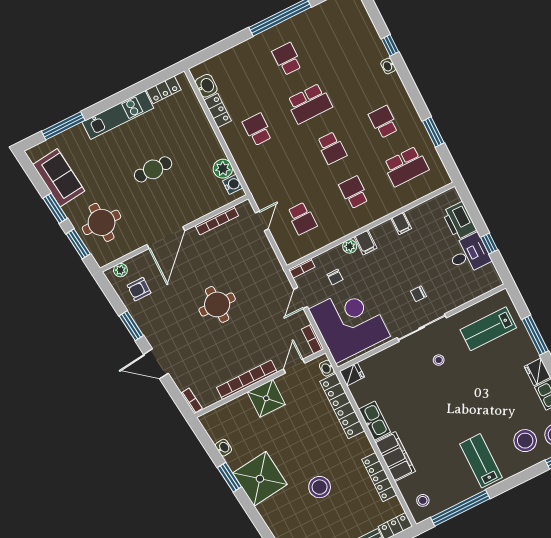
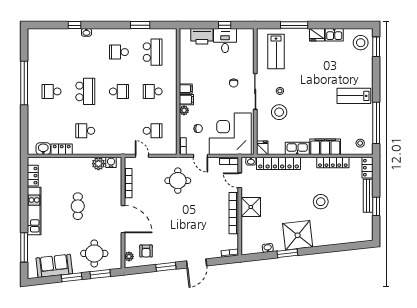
filing cabinet: (401, 223) -> (186, 89), moved
round table: (217, 304) -> (178, 181), moved
stool: (525, 441) -> (279, 112), moved

